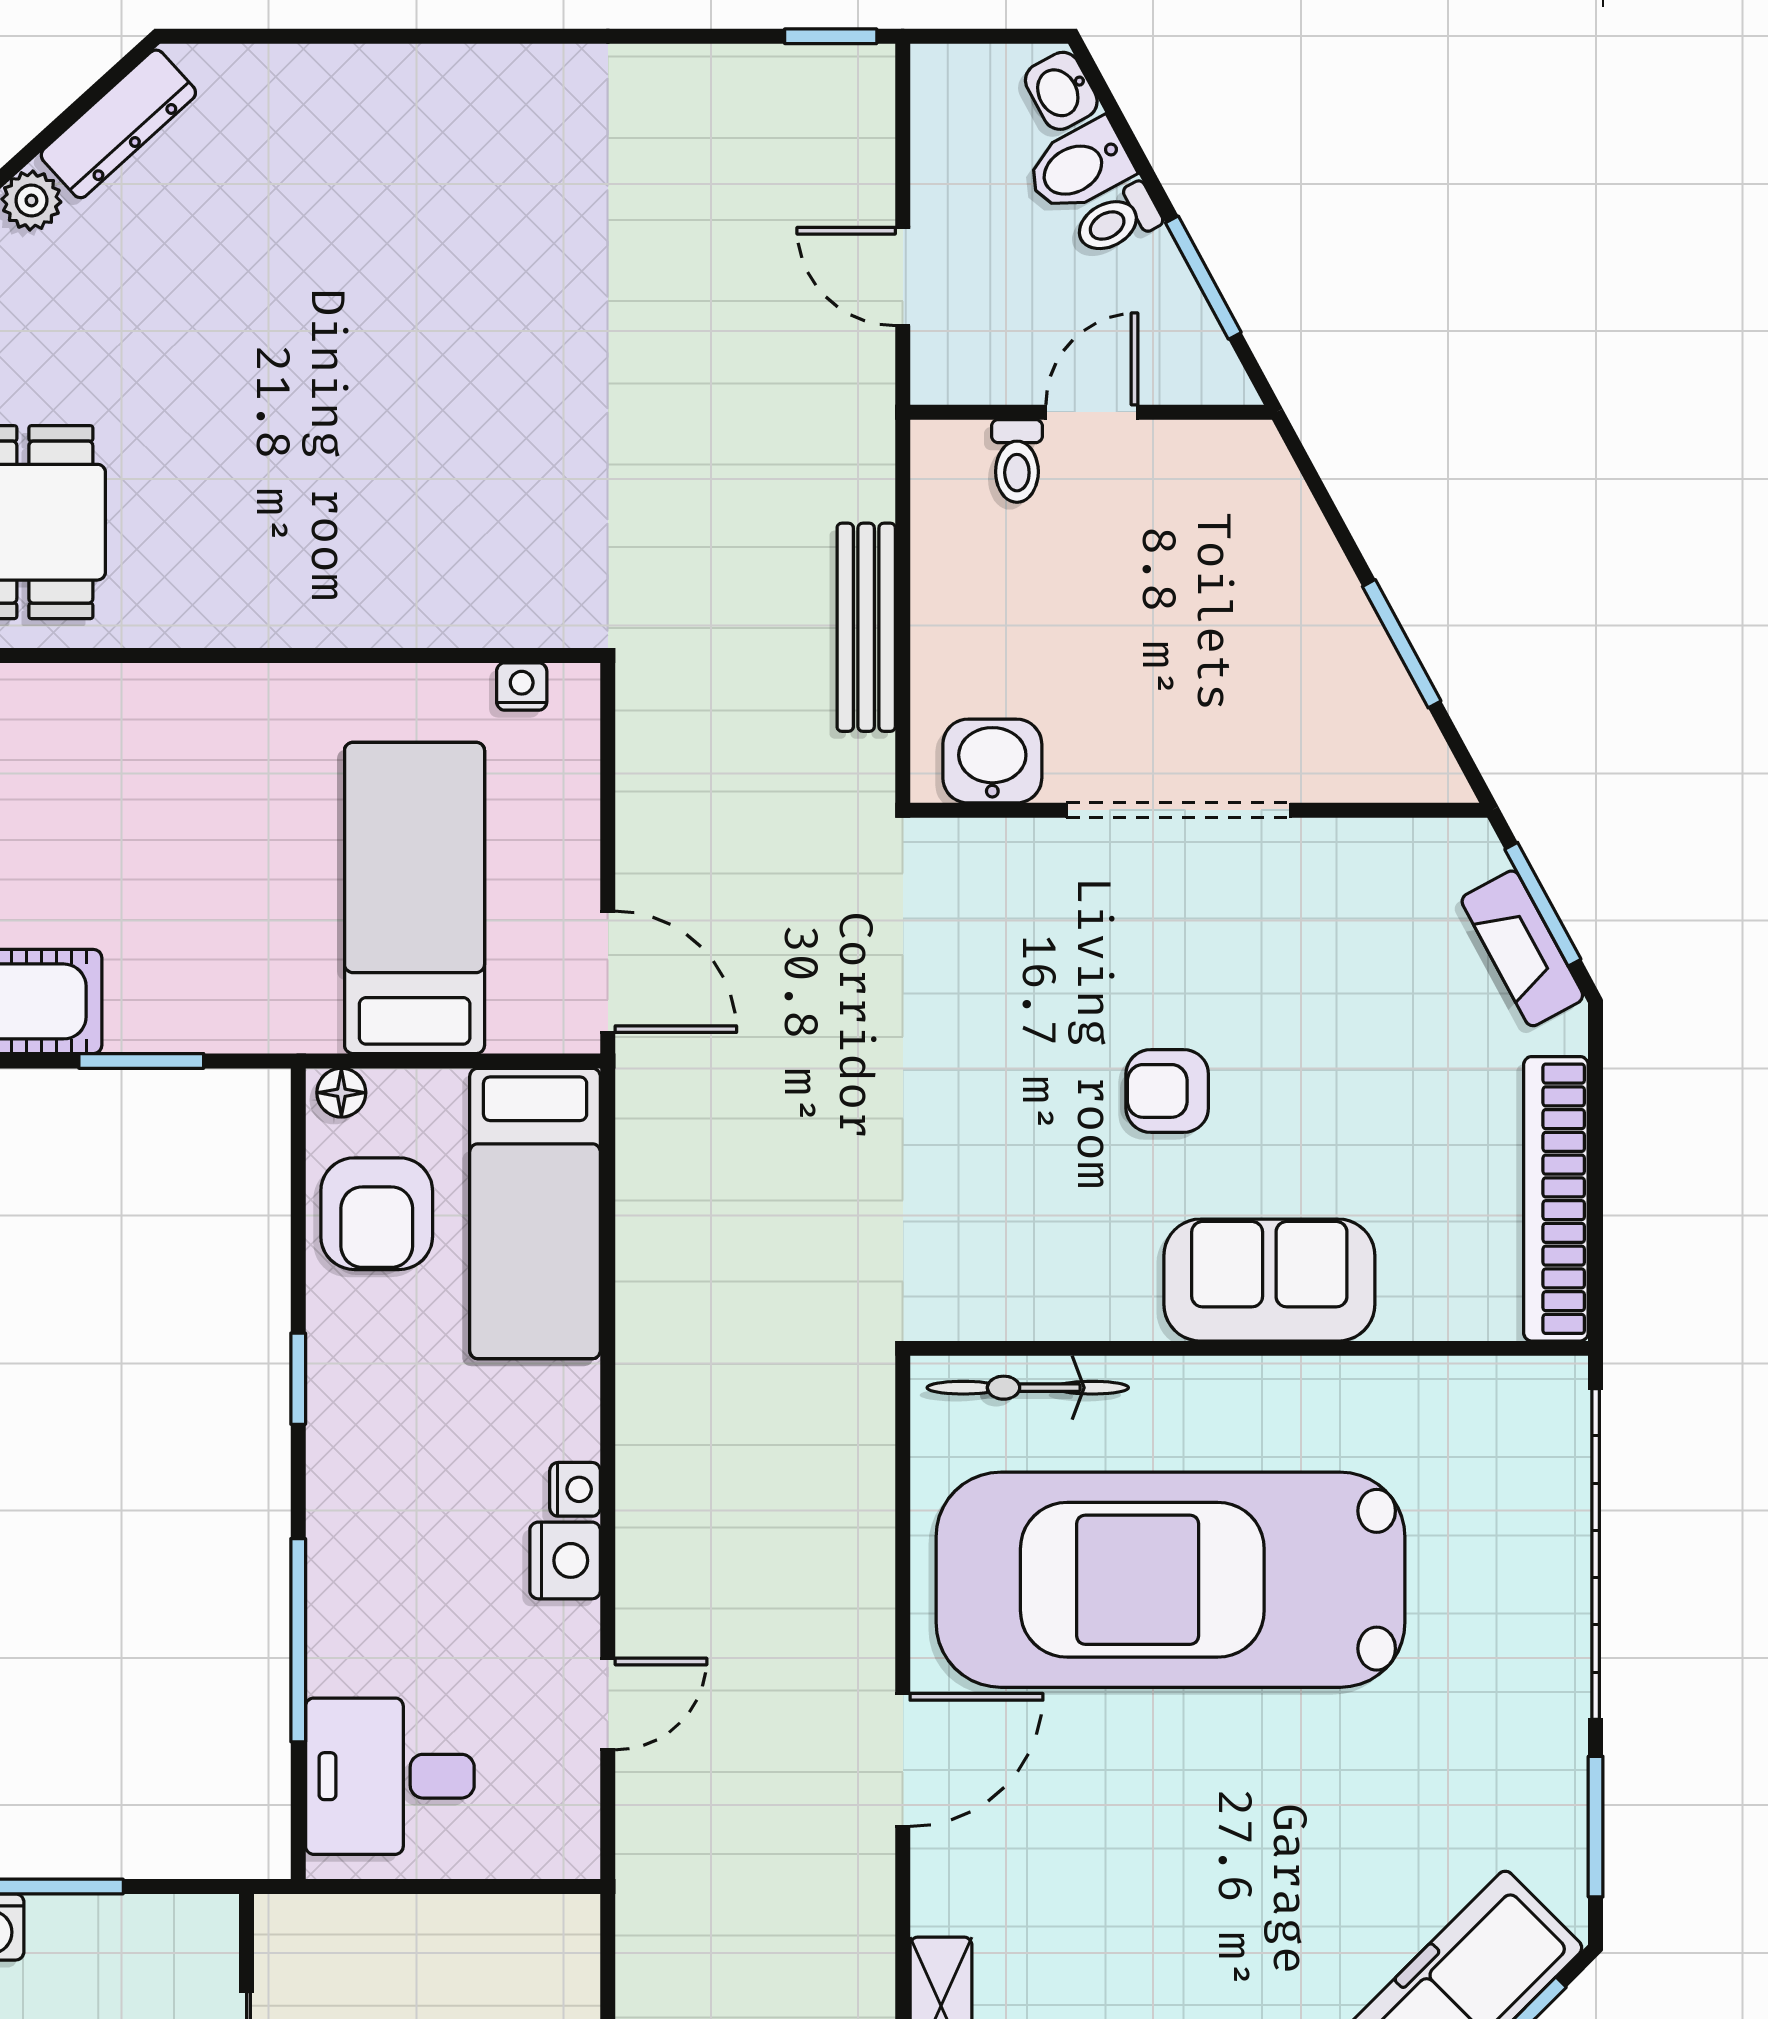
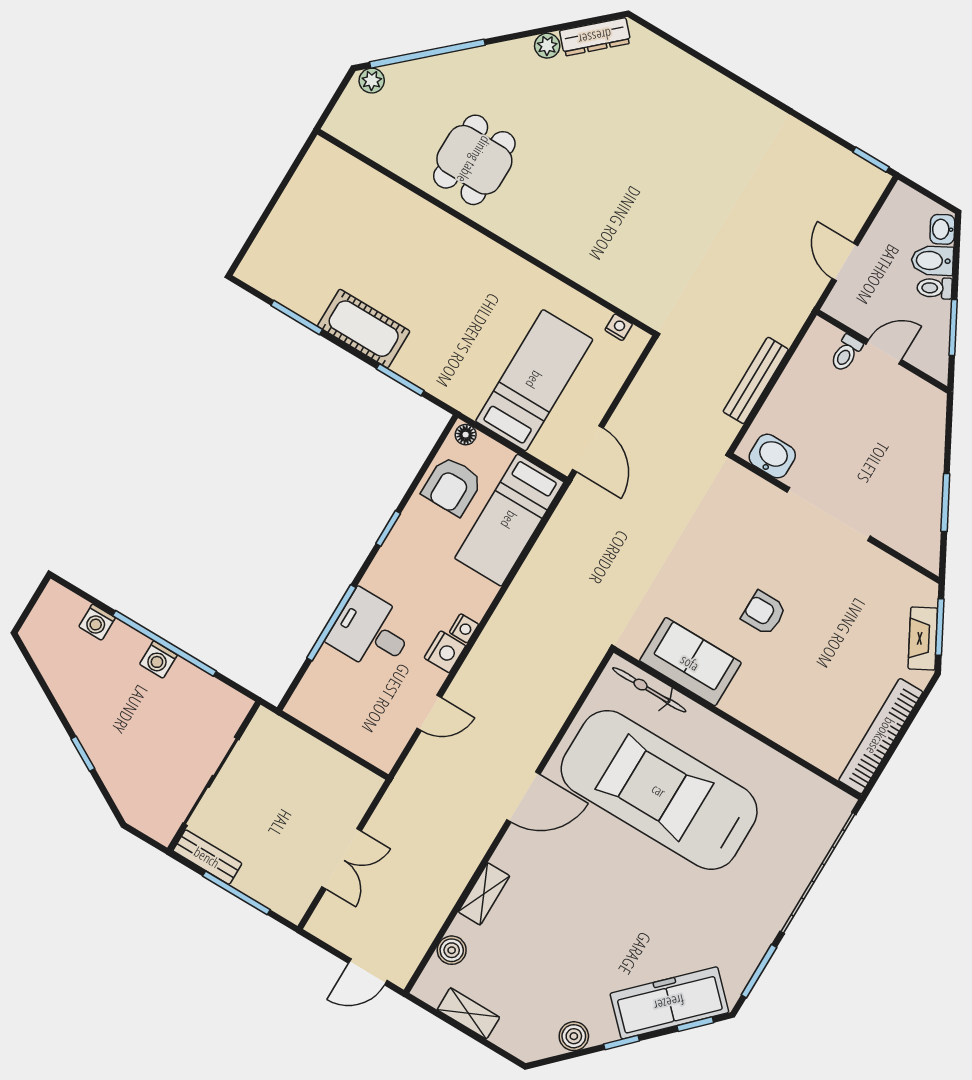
sofa: (1269, 1280) -> (690, 662), moved
desk: (390, 1776) -> (371, 632), moved

